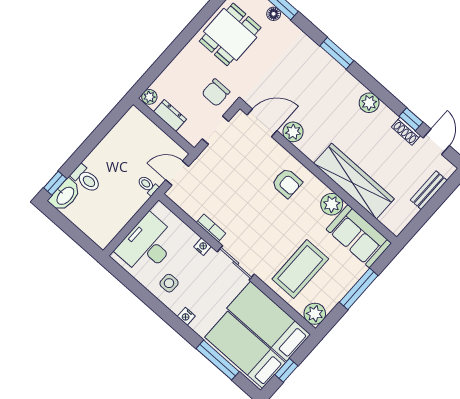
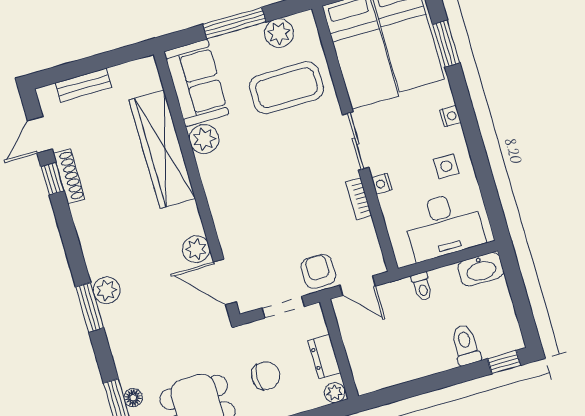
chair: (216, 93) -> (266, 376), moved
plant: (369, 103) -> (107, 290), moved
shoe rack: (406, 131) -> (69, 176), width x1.43
armchair: (287, 183) -> (318, 271), moved
toilet: (148, 185) -> (422, 287), moved
washbasin: (65, 195) -> (481, 269), moved, turned 180
plant: (315, 314) -> (279, 33), moved
window: (218, 360) -> (446, 44), width x0.69

